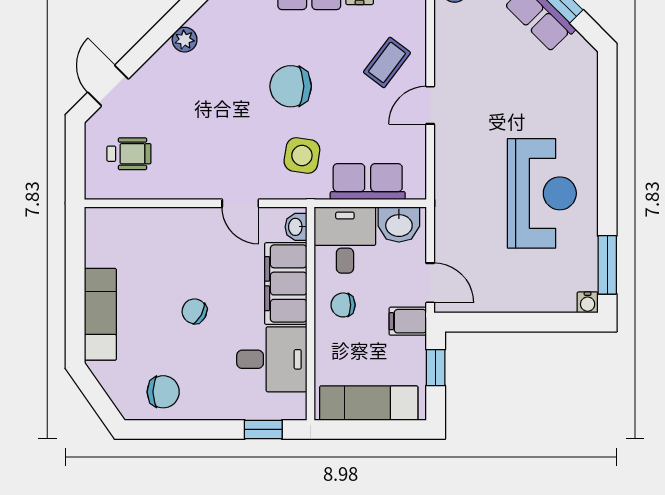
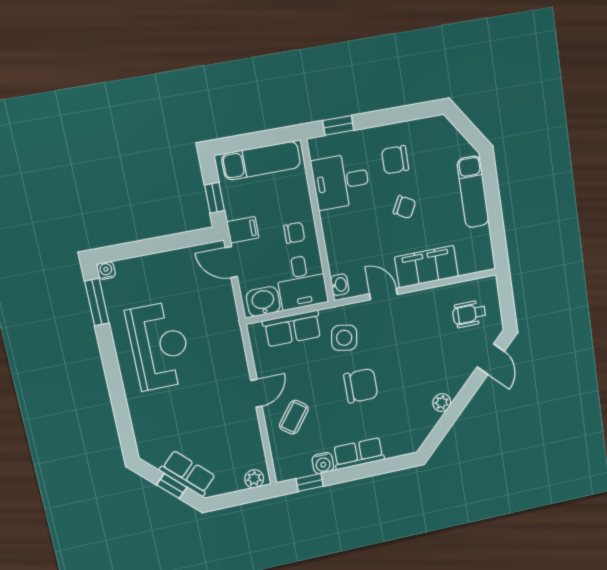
reception desk: (542, 193) -> (159, 346), turned 180
filing cabinet: (286, 284) -> (427, 267), moved, turned -90
chair: (163, 392) -> (395, 160), moved

